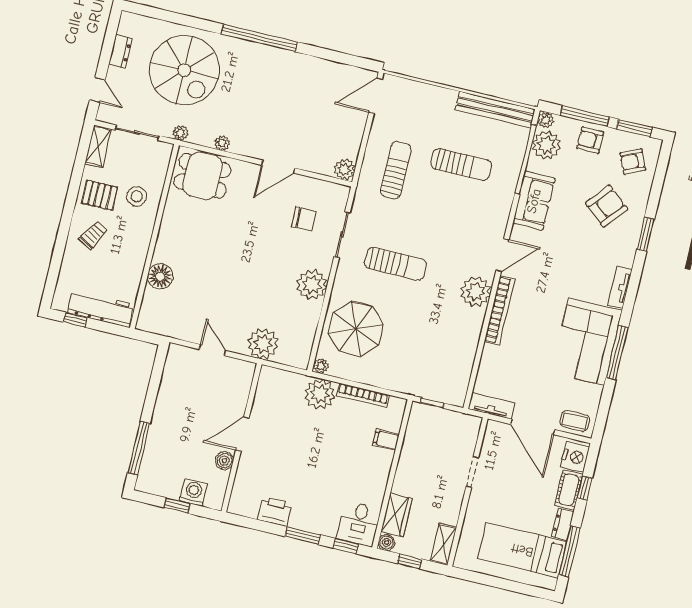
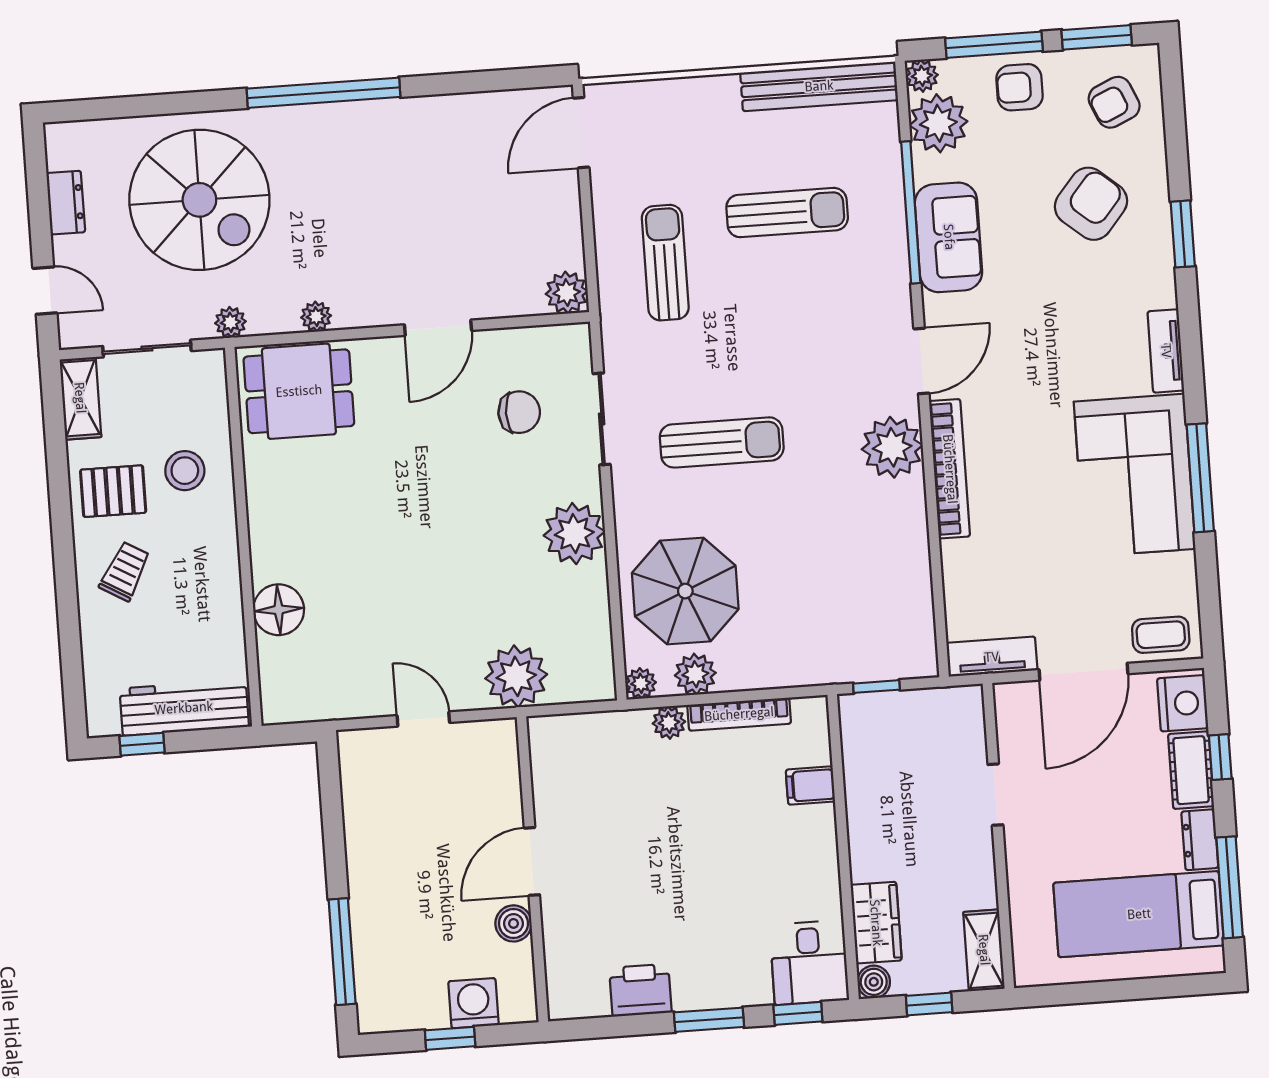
window: (526, 159) -> (911, 212), moved
plant: (348, 370) -> (695, 674), added
plant: (320, 394) -> (669, 723), width x0.53, depth x0.53
door: (533, 427) -> (1084, 672), hinge flipped

